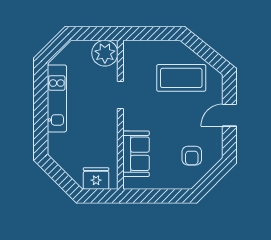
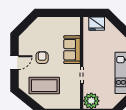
sofa: (136, 154) -> (72, 50), moved
armchair: (192, 156) -> (42, 58), moved

